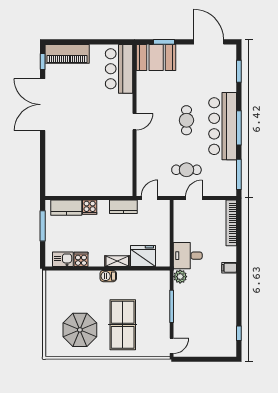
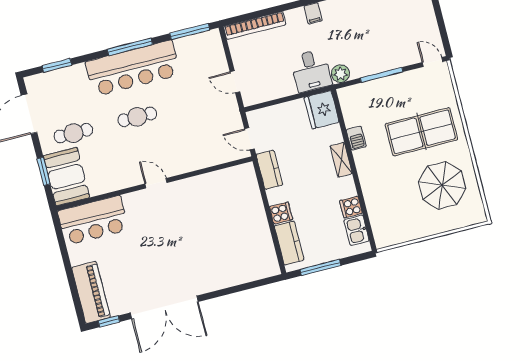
cafe table: (186, 170) -> (73, 133), moved, turned 90
fridge: (143, 256) -> (322, 110), moved
barbecue: (108, 276) -> (356, 138), moved

